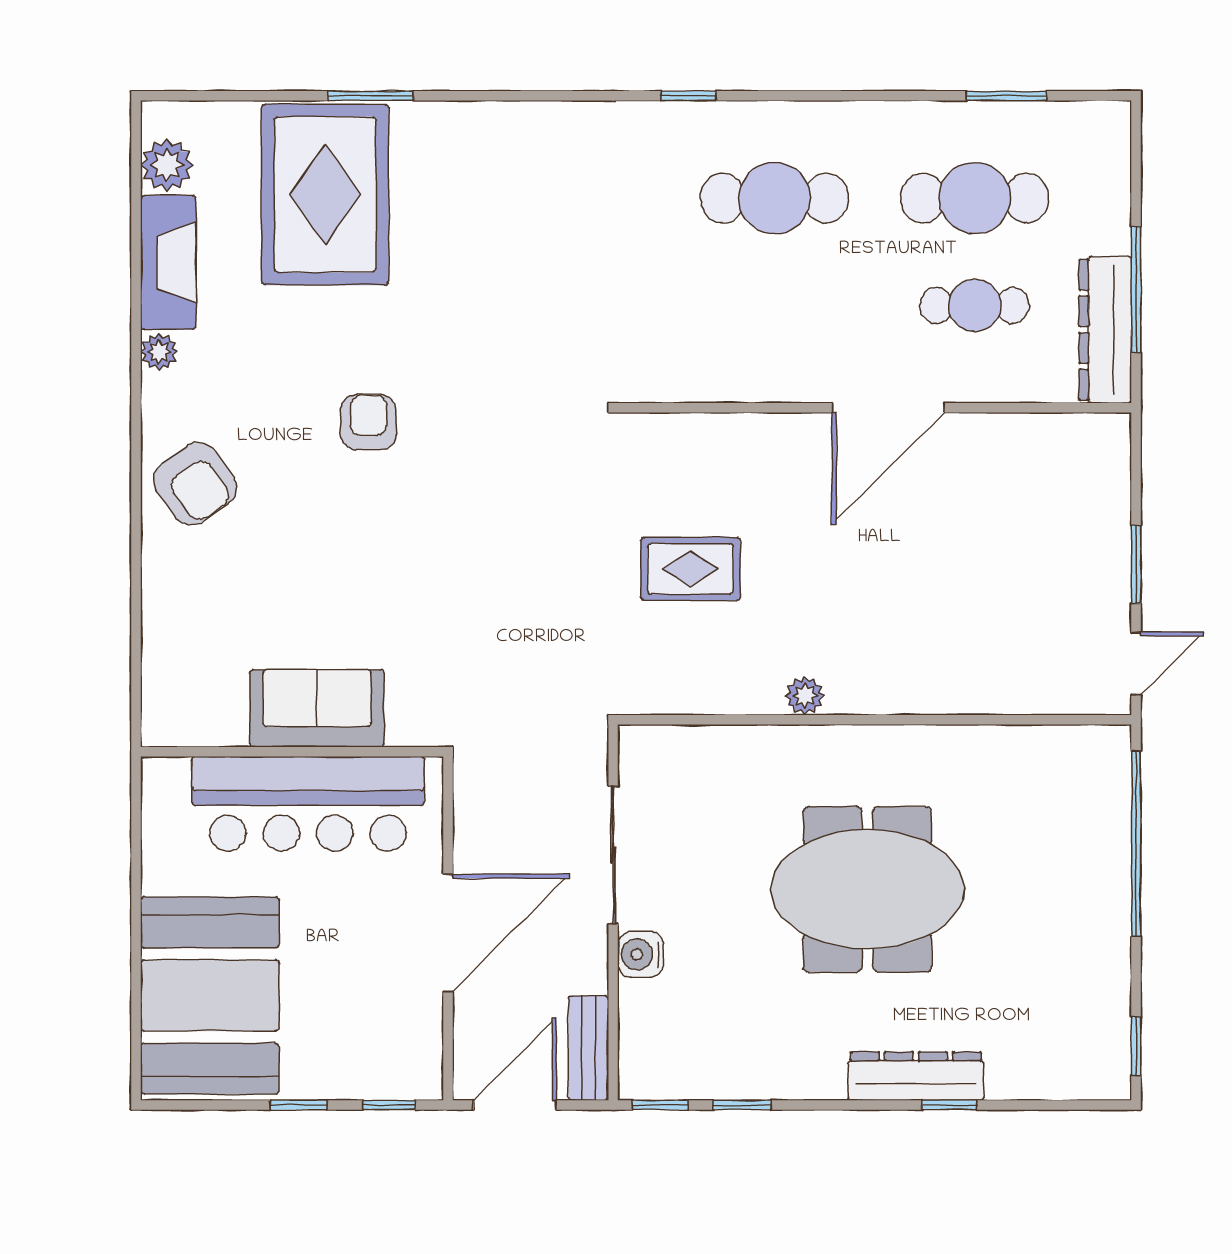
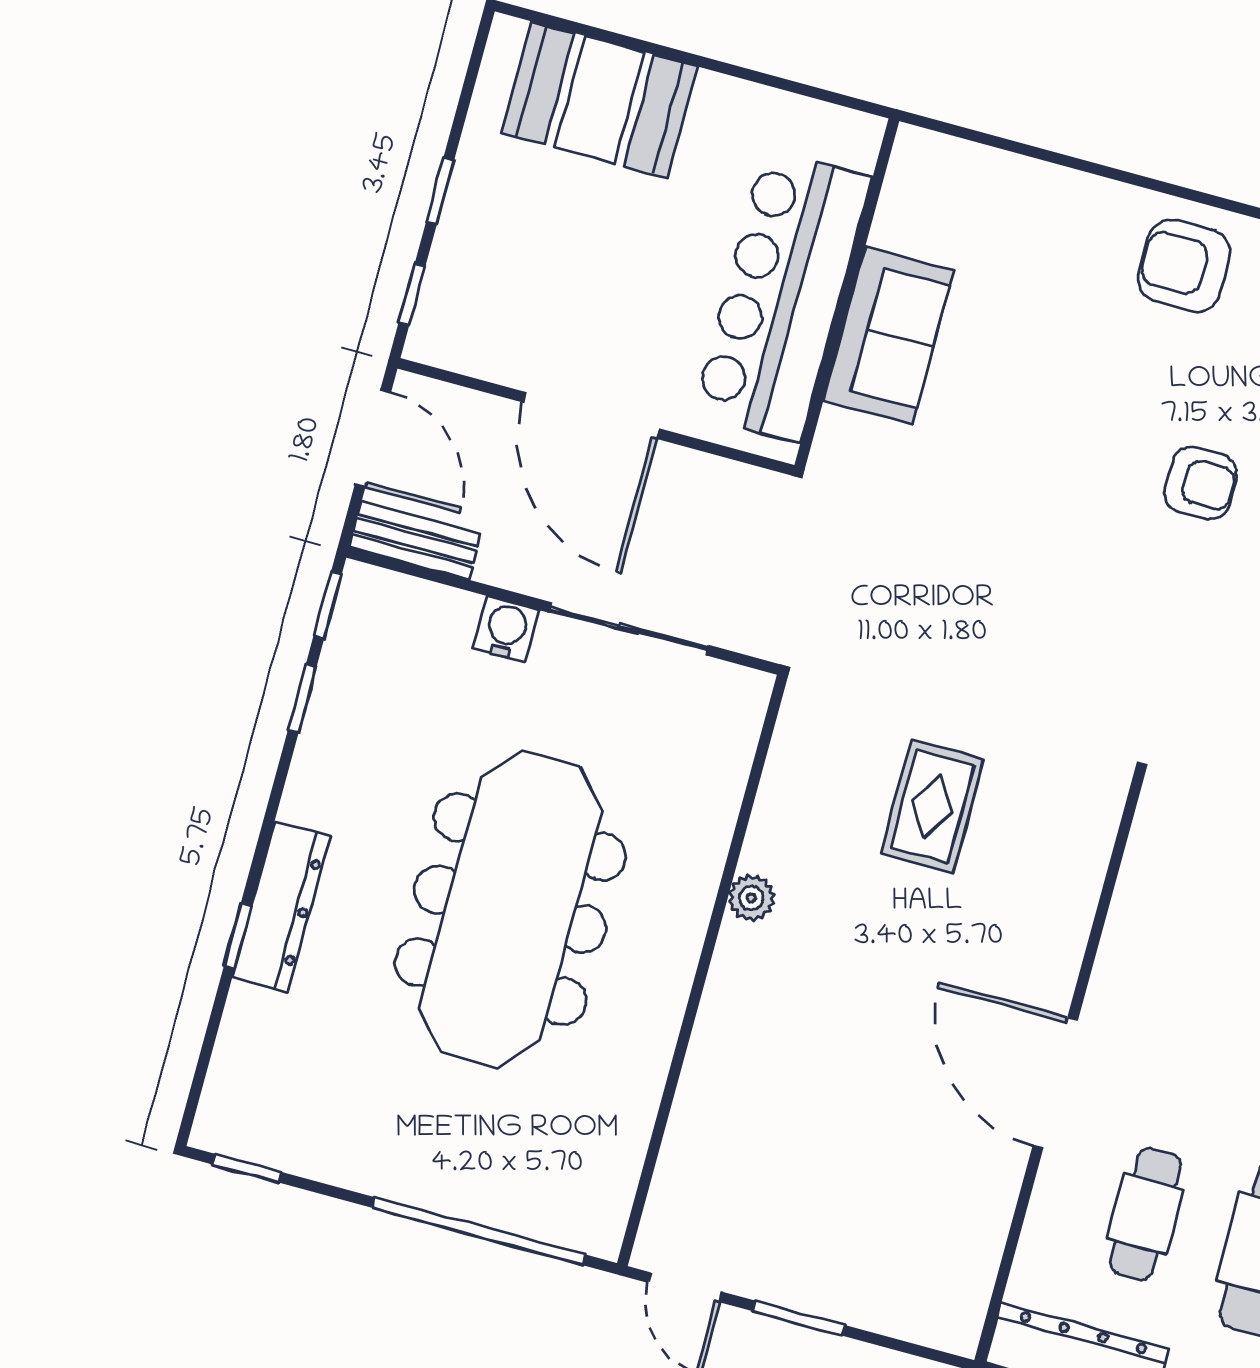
armchair: (195, 484) -> (1184, 266), turned 36
meeting table: (867, 889) -> (510, 909), width x1.36
booth: (210, 995) -> (600, 100), width x0.73, depth x0.70

